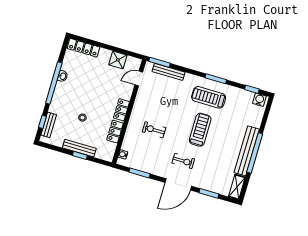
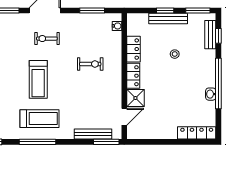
shower: (118, 60) -> (135, 98), moved
window: (216, 79) -> (38, 142), width x1.44
window: (53, 147) -> (198, 11), added

